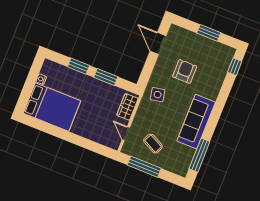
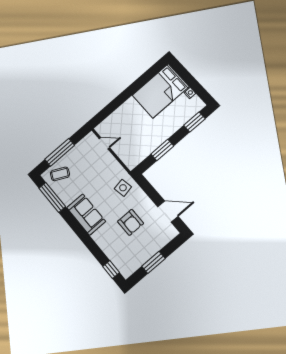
window: (78, 66) -> (194, 122), moved
wardrobe: (127, 107) -> (126, 156), removed
sofa: (196, 122) -> (86, 215), width x0.73
coffee table: (153, 144) -> (60, 174), moved
window: (144, 167) -> (60, 152), moved

